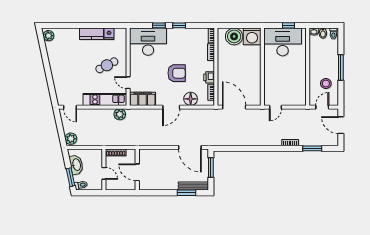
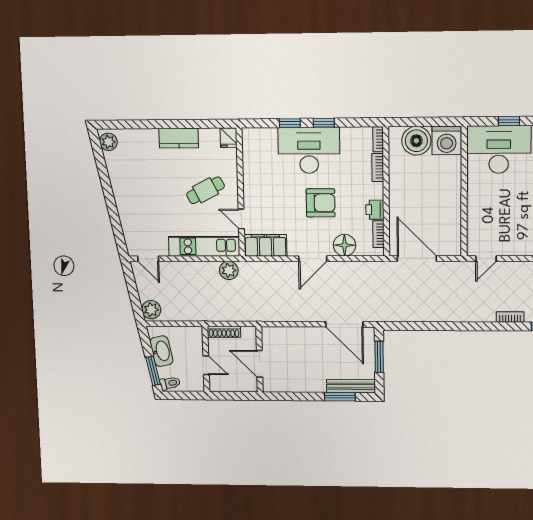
fridge: (109, 34) -> (229, 138), moved
desk: (148, 42) -> (309, 150), moved

